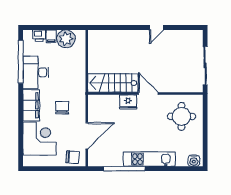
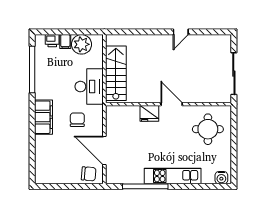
desk: (36, 72) -> (89, 87), moved, turned 180
stairs: (113, 83) -> (116, 73), moved, turned 90
door: (87, 136) -> (104, 150), swing flipped
corner desk: (40, 139) -> (53, 154), removed

